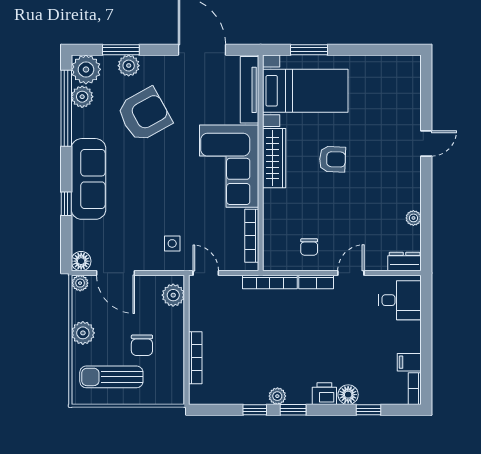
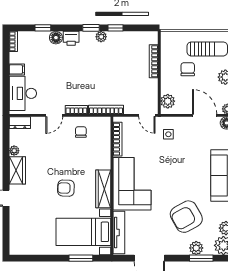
wardrobe: (409, 187) -> (17, 170), added
desk: (400, 300) -> (23, 93), width x1.37
filing cabinet: (409, 362) -> (17, 69), moved

